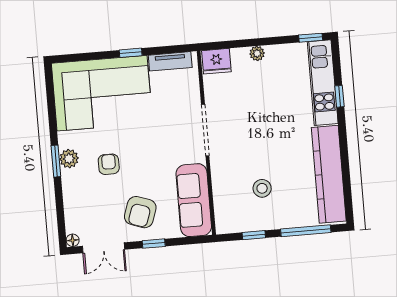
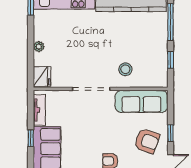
stool: (262, 188) -> (125, 69), moved

